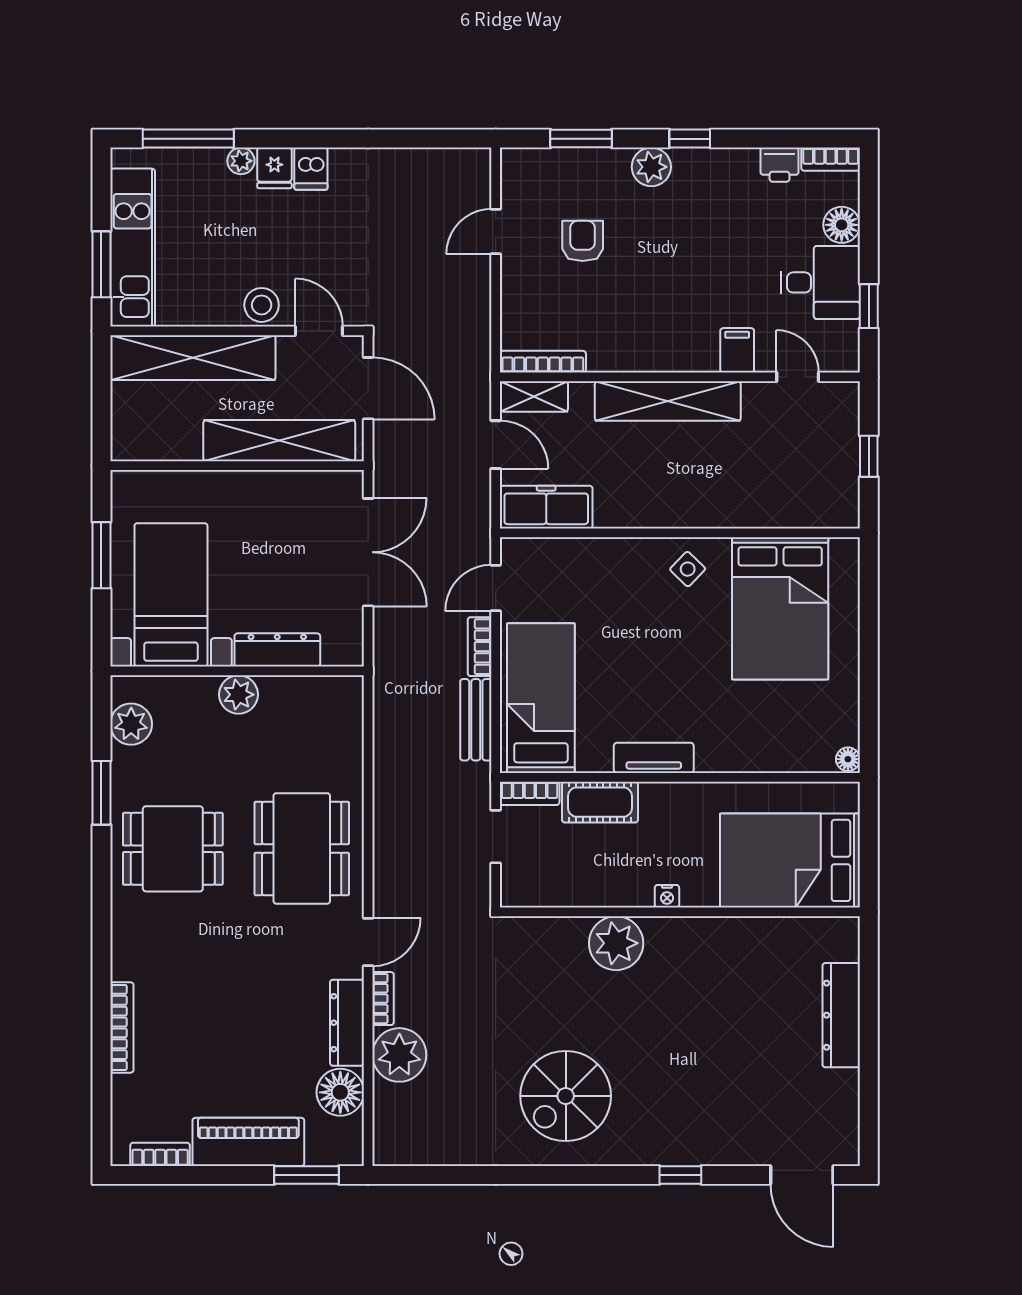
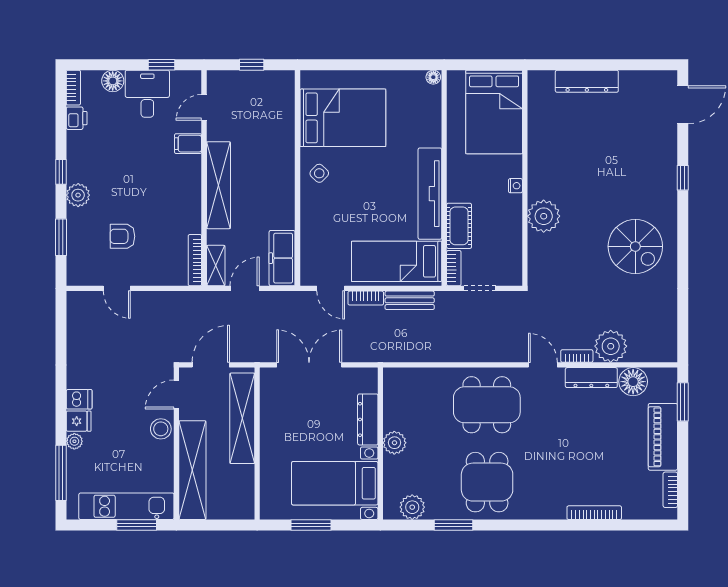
tv unit: (654, 758) -> (430, 194), width x1.92, depth x1.29

